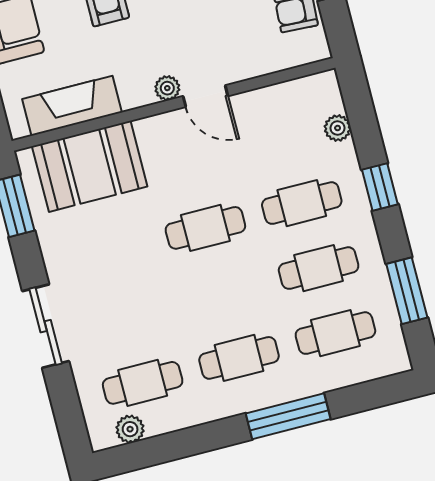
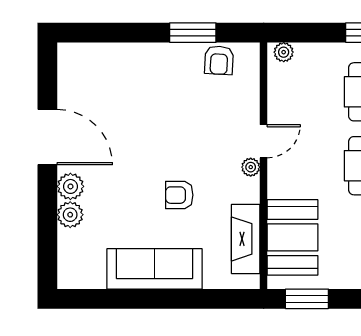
plant: (338, 128) -> (284, 52), moved

